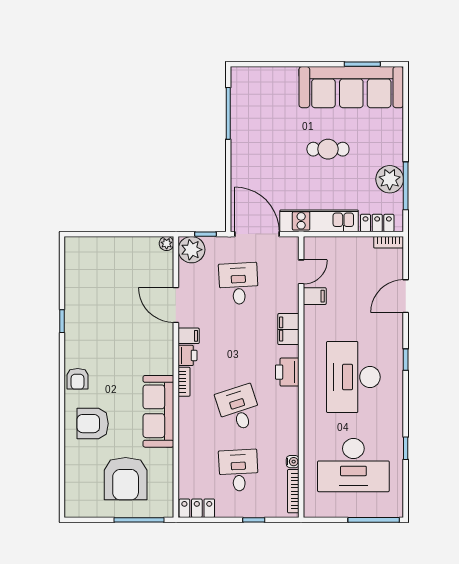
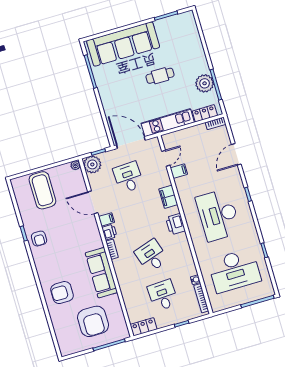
sofa: (351, 87) -> (123, 44), moved
coffee table: (108, 266) -> (42, 190), added
armchair: (78, 379) -> (39, 239), moved

